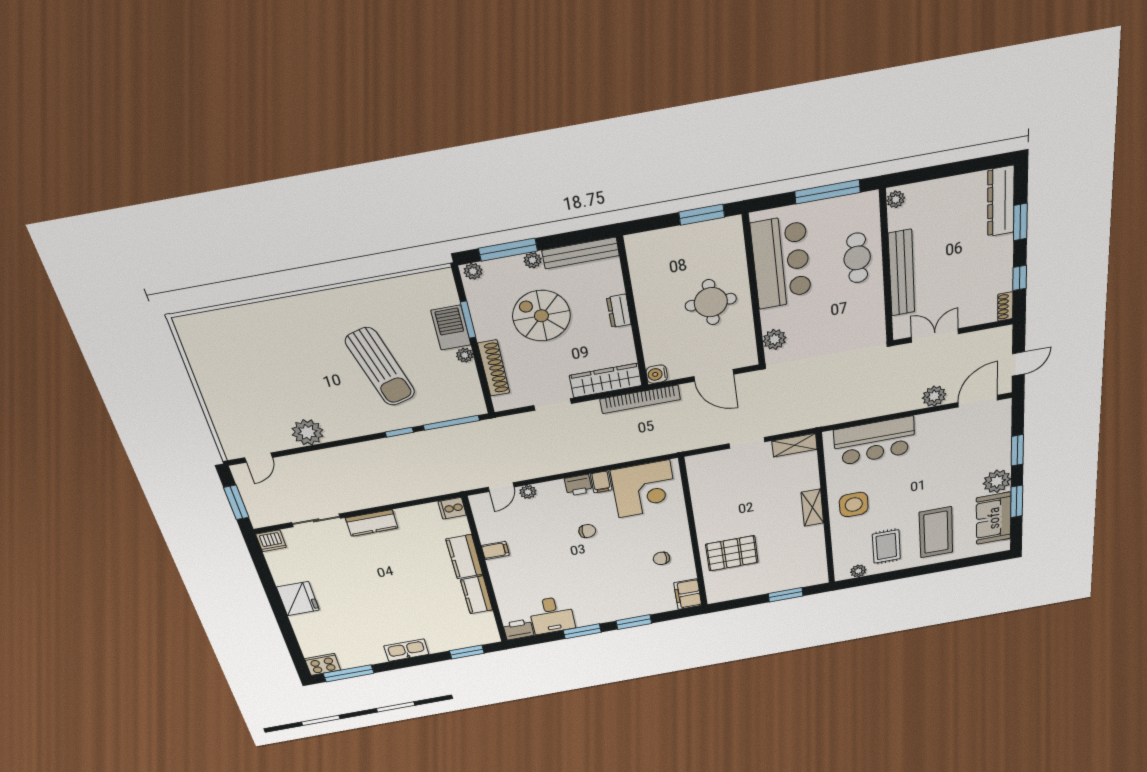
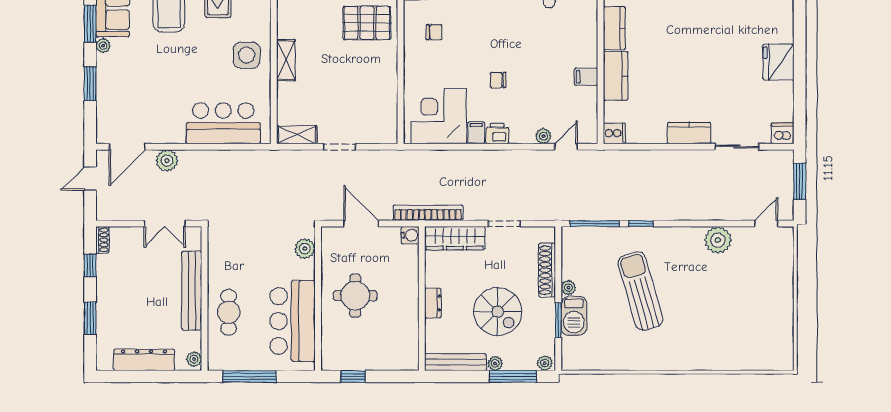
dresser: (1001, 201) -> (144, 360), moved, turned -90
window: (702, 215) -> (353, 376), width x0.67
plant: (997, 481) -> (103, 46), width x0.53, depth x0.53

